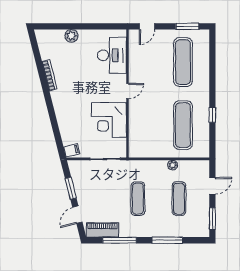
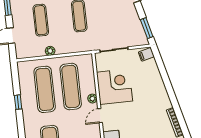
plant: (134, 110) -> (92, 99), added
exercise mat: (155, 125) -> (71, 87), added
window: (71, 188) -> (147, 28), moved

